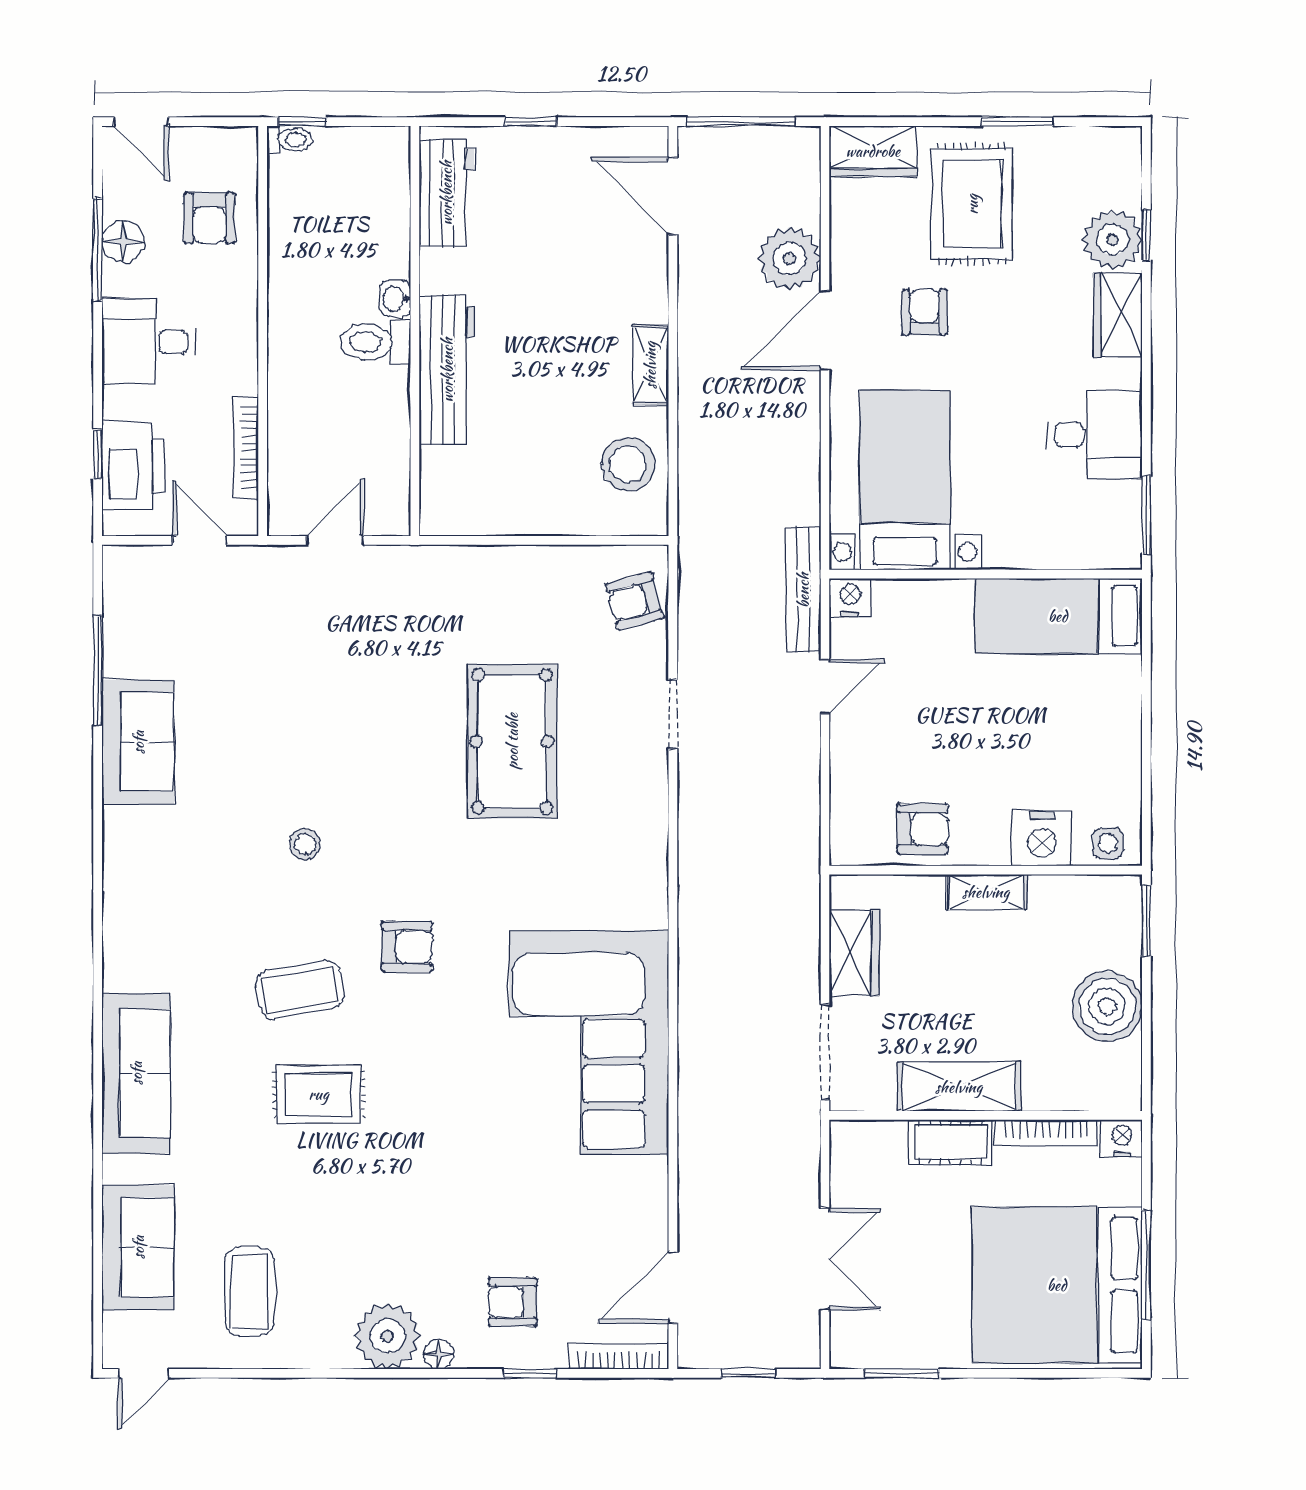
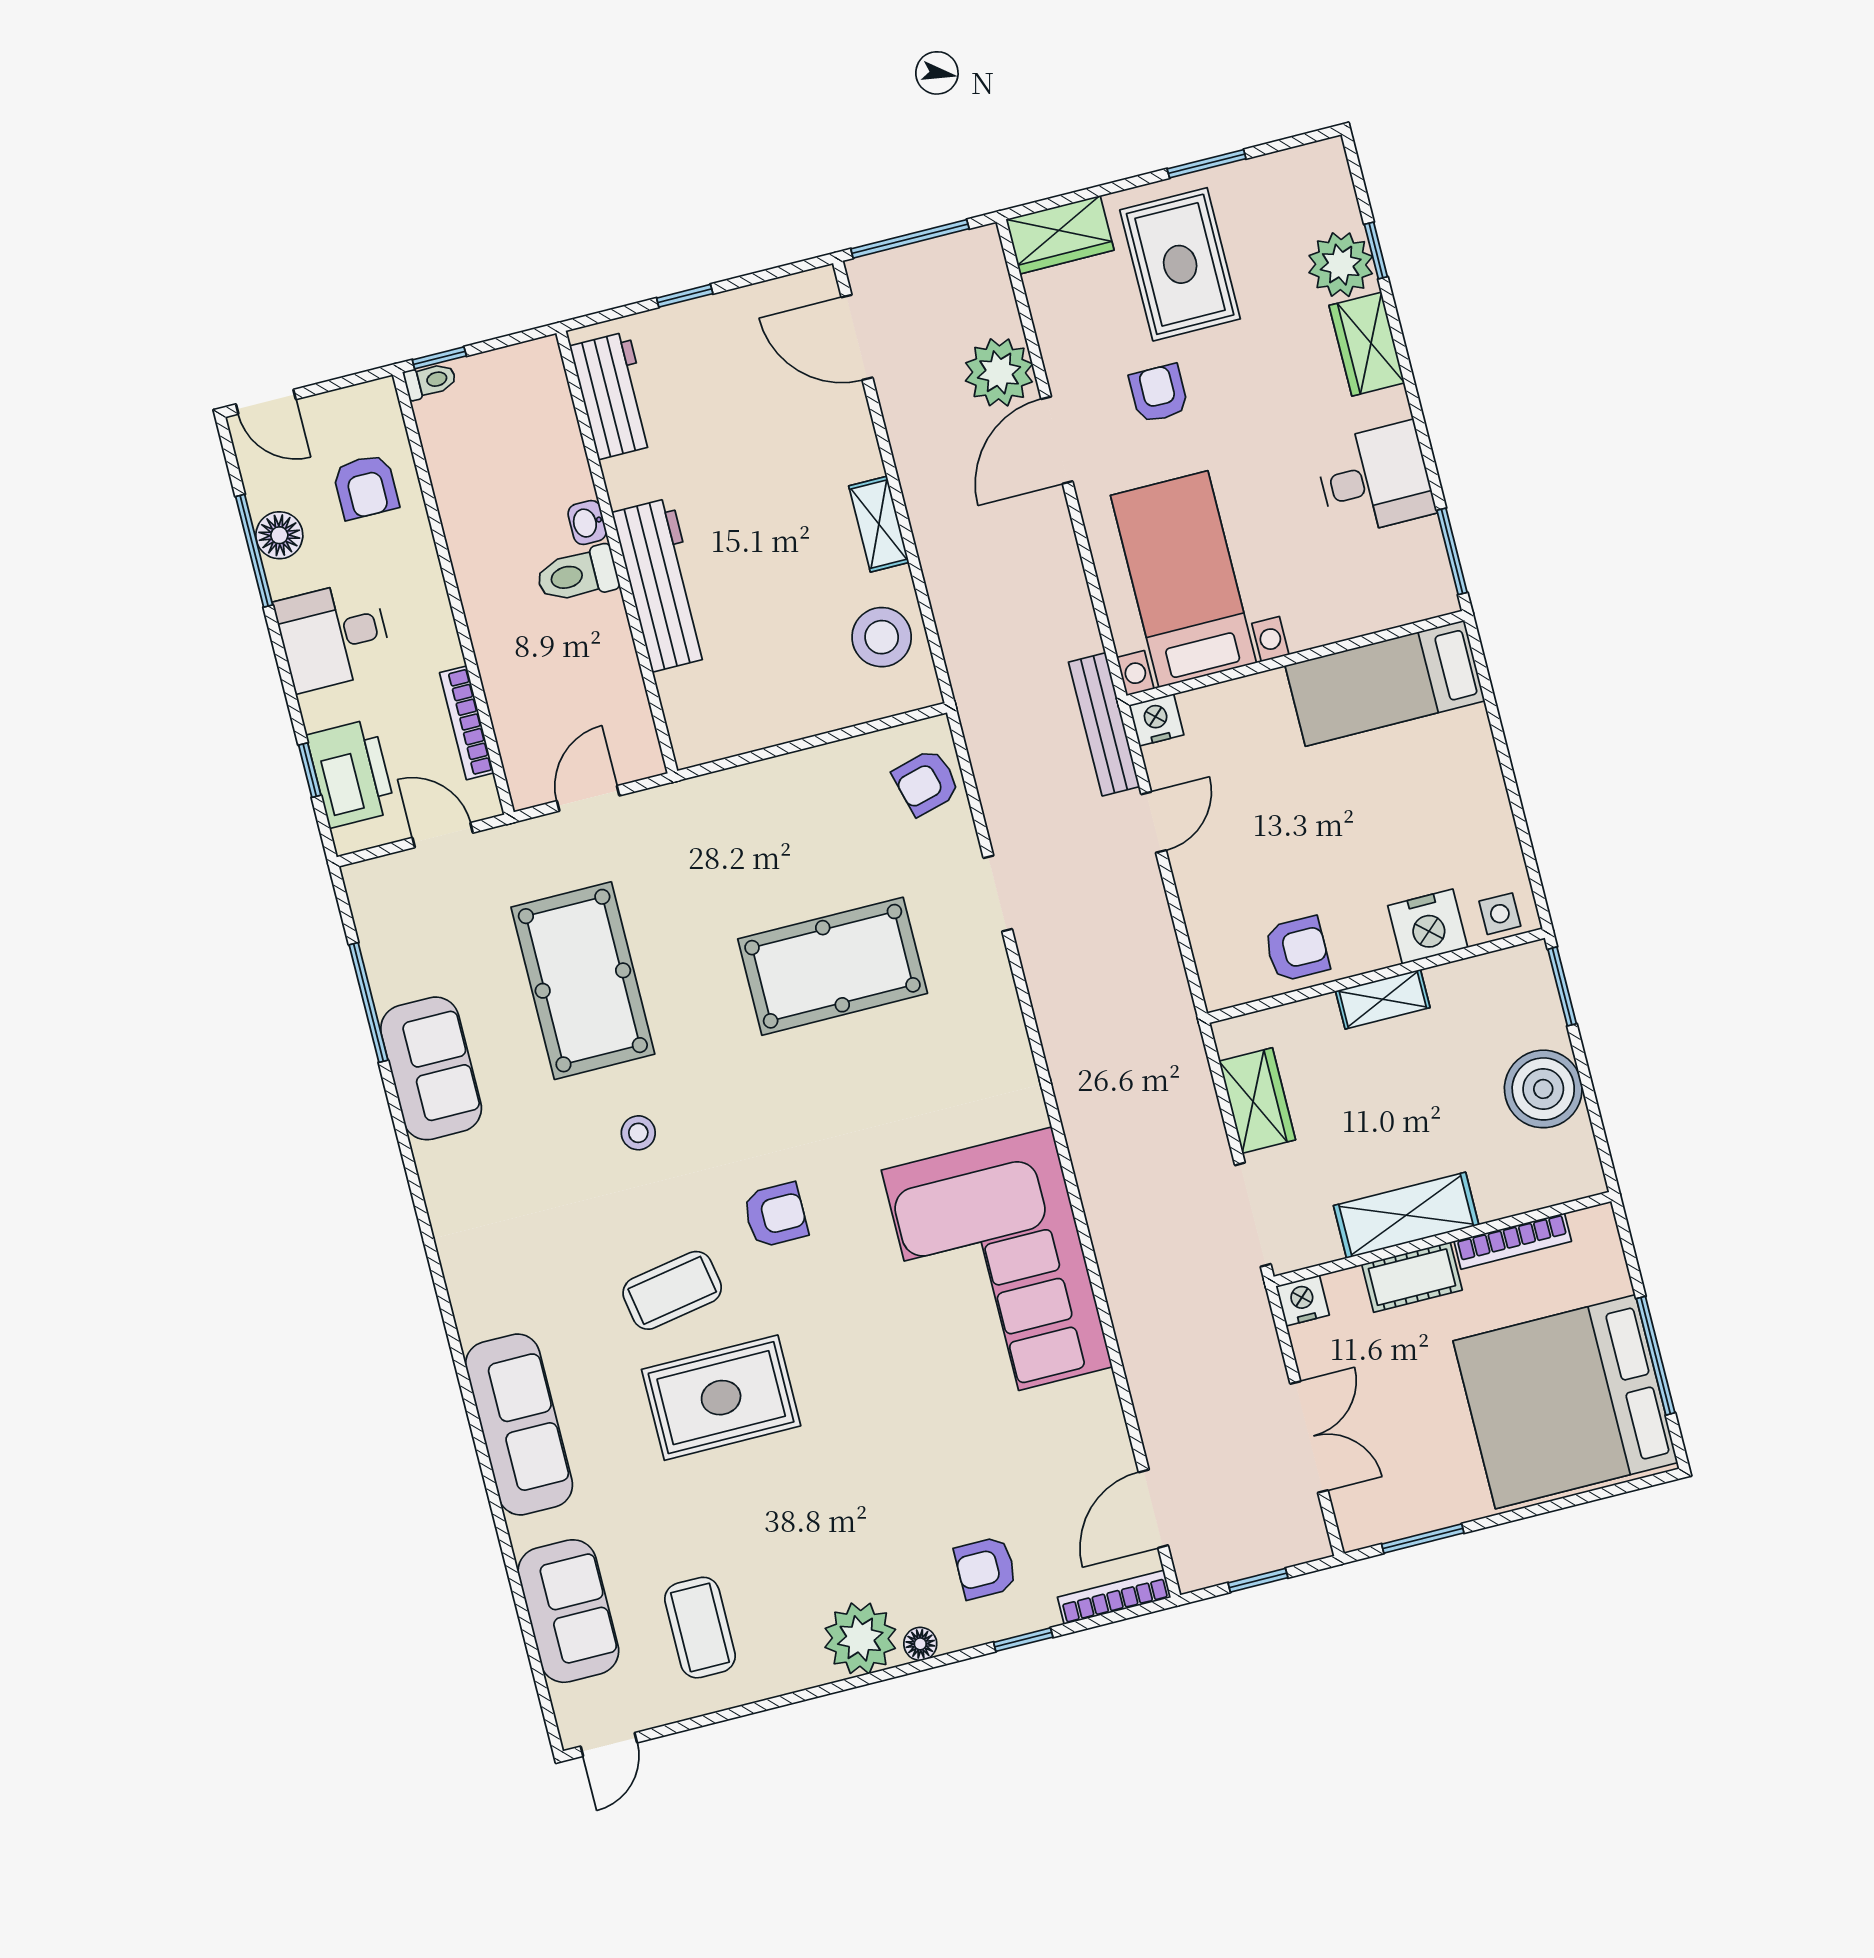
pool table: (290, 699) -> (583, 981), added
pool table: (512, 741) -> (833, 966), turned 90
rug: (319, 1094) -> (721, 1398), width x1.36, depth x1.43
nightstand: (1122, 1138) -> (1303, 1301), moved

